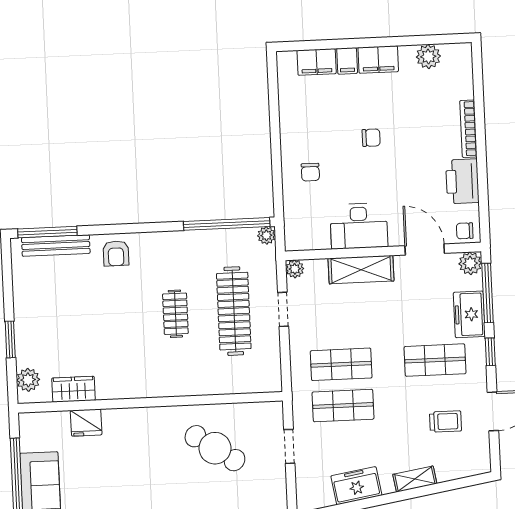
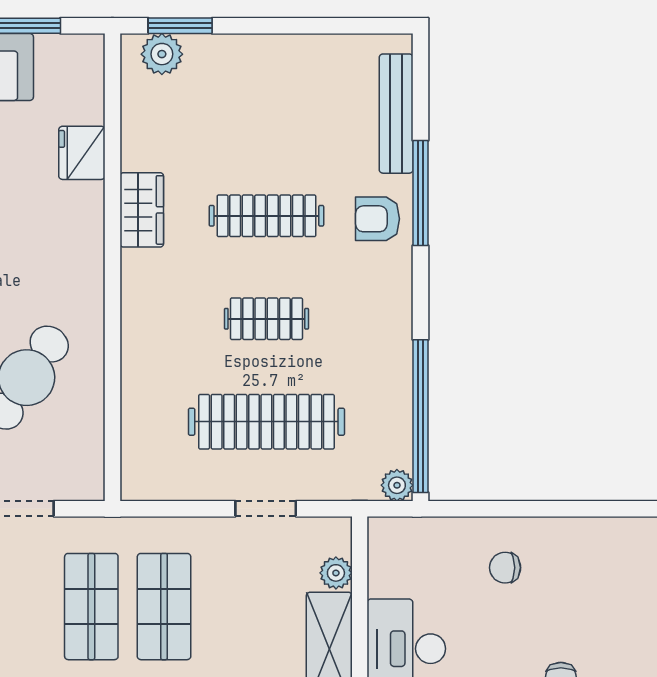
window: (47, 232) -> (420, 193), moved
plant: (295, 269) -> (336, 573), moved
clothes rail: (117, 316) -> (266, 216), added
window: (10, 339) -> (180, 26), moved
wardrobe: (73, 389) -> (142, 210), moved

